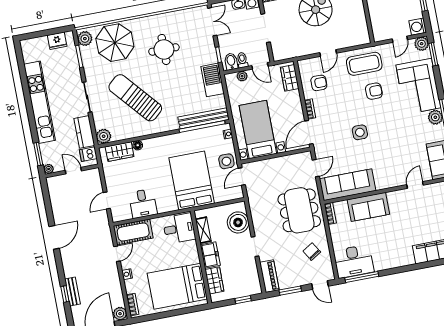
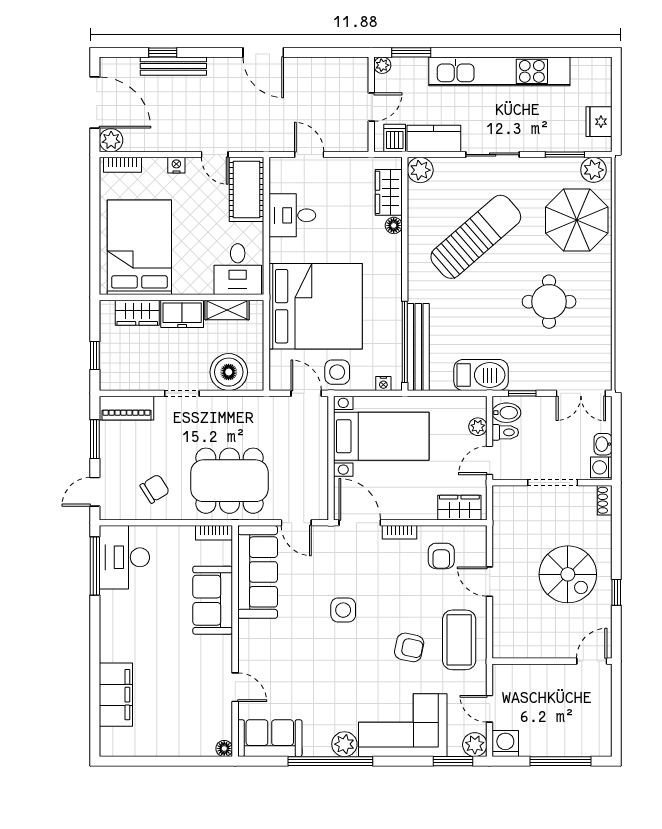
armchair: (374, 91) -> (409, 647), turned -78
bed: (192, 181) -> (316, 306), width x1.36
bench: (72, 291) -> (173, 66), width x1.36

